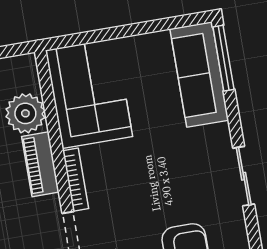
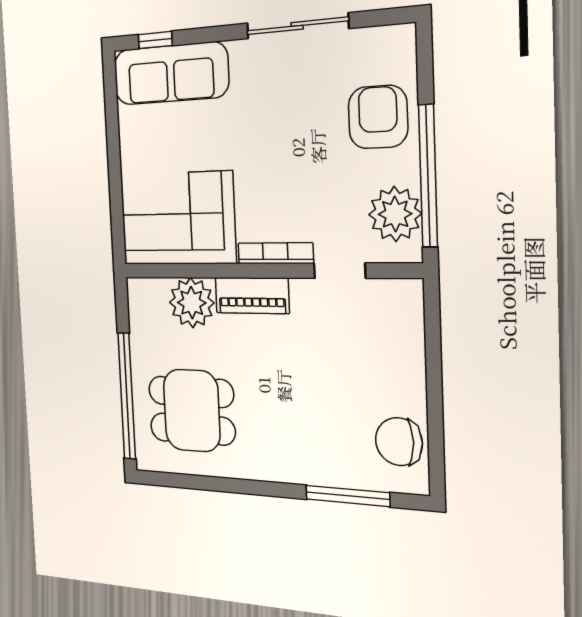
window: (223, 58) -> (155, 40), width x0.46
sliding door: (244, 176) -> (297, 26), width x1.37

